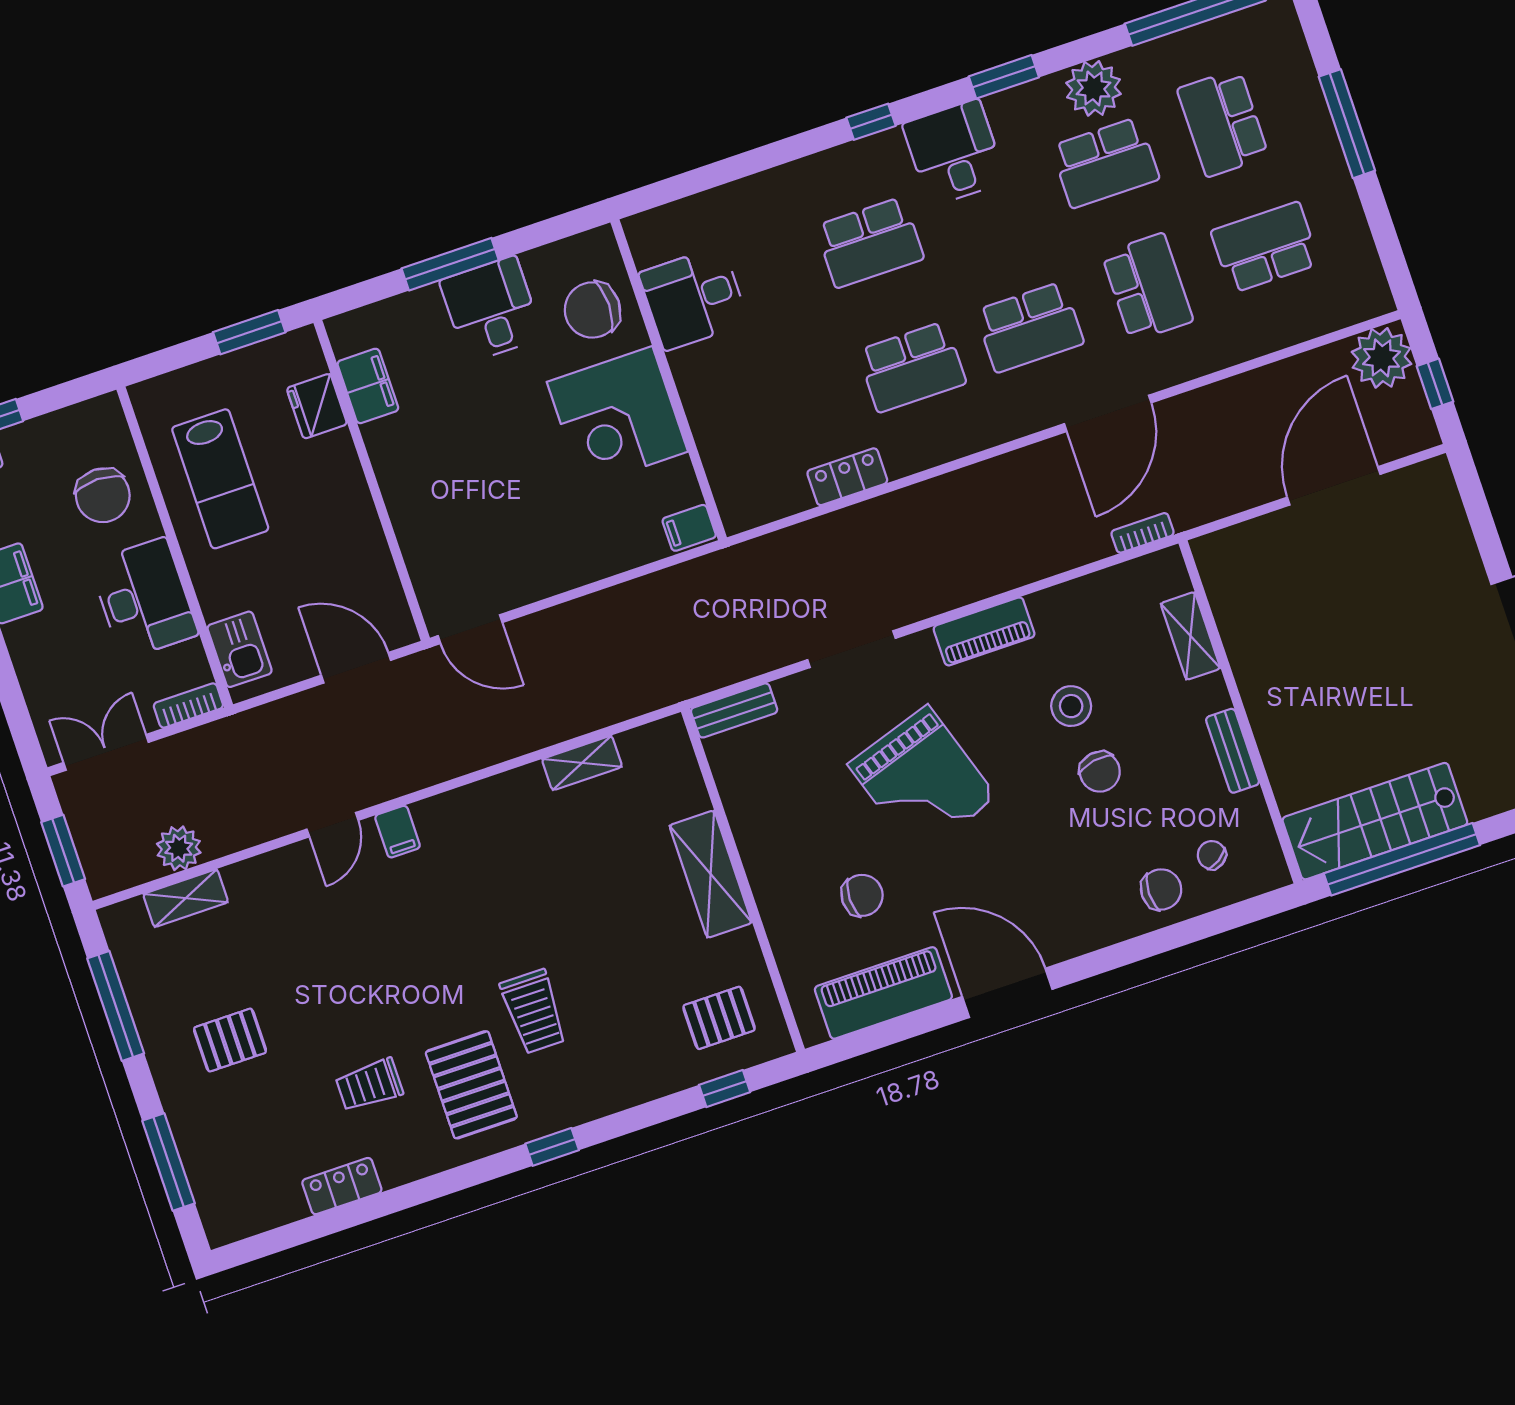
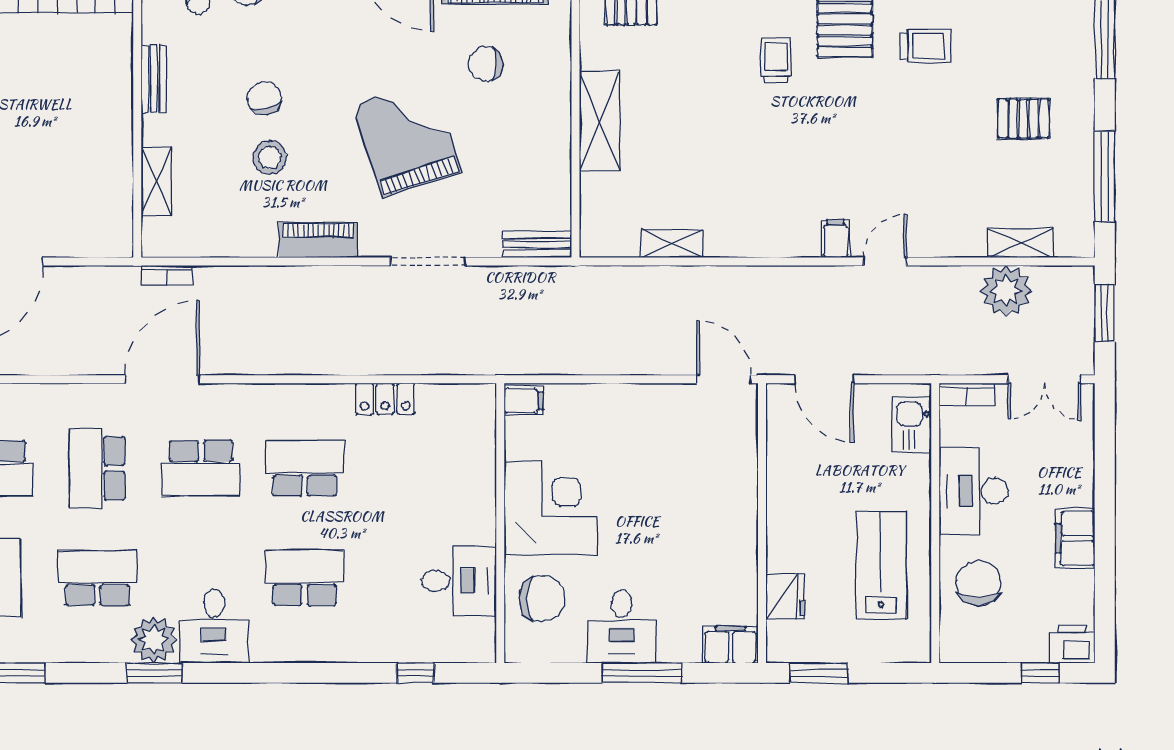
plant: (1093, 88) -> (154, 640), moved
window: (871, 122) -> (415, 673), moved
school desk: (1030, 327) -> (201, 468), turned 180
filing cabinet: (368, 386) -> (730, 645), moved, turned 90
plant: (179, 848) -> (1006, 291), width x1.36, depth x1.36
trolley: (534, 1011) -> (776, 60), width x0.73, depth x0.72

